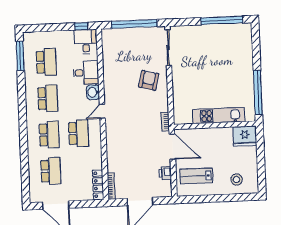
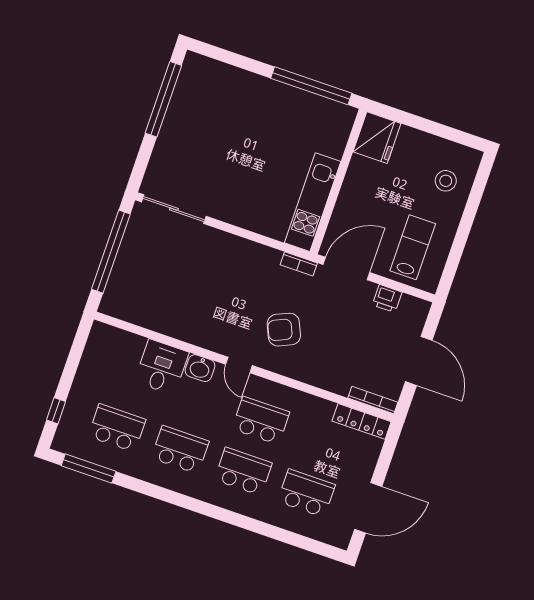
window: (81, 26) -> (56, 411), moved
desk: (86, 42) -> (108, 346), removed
armchair: (149, 80) -> (284, 330), moved, turned -38
kitchen unit: (219, 116) -> (313, 202), moved
lab bench: (196, 176) -> (413, 247), turned 180

